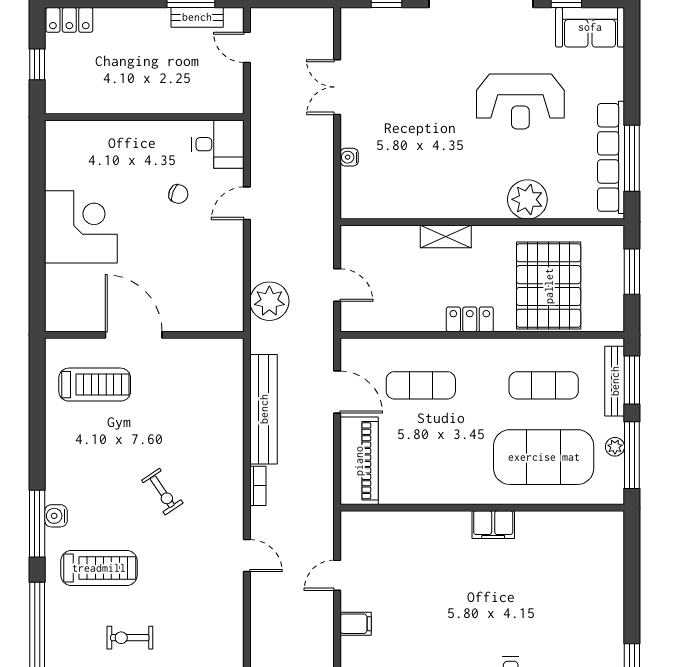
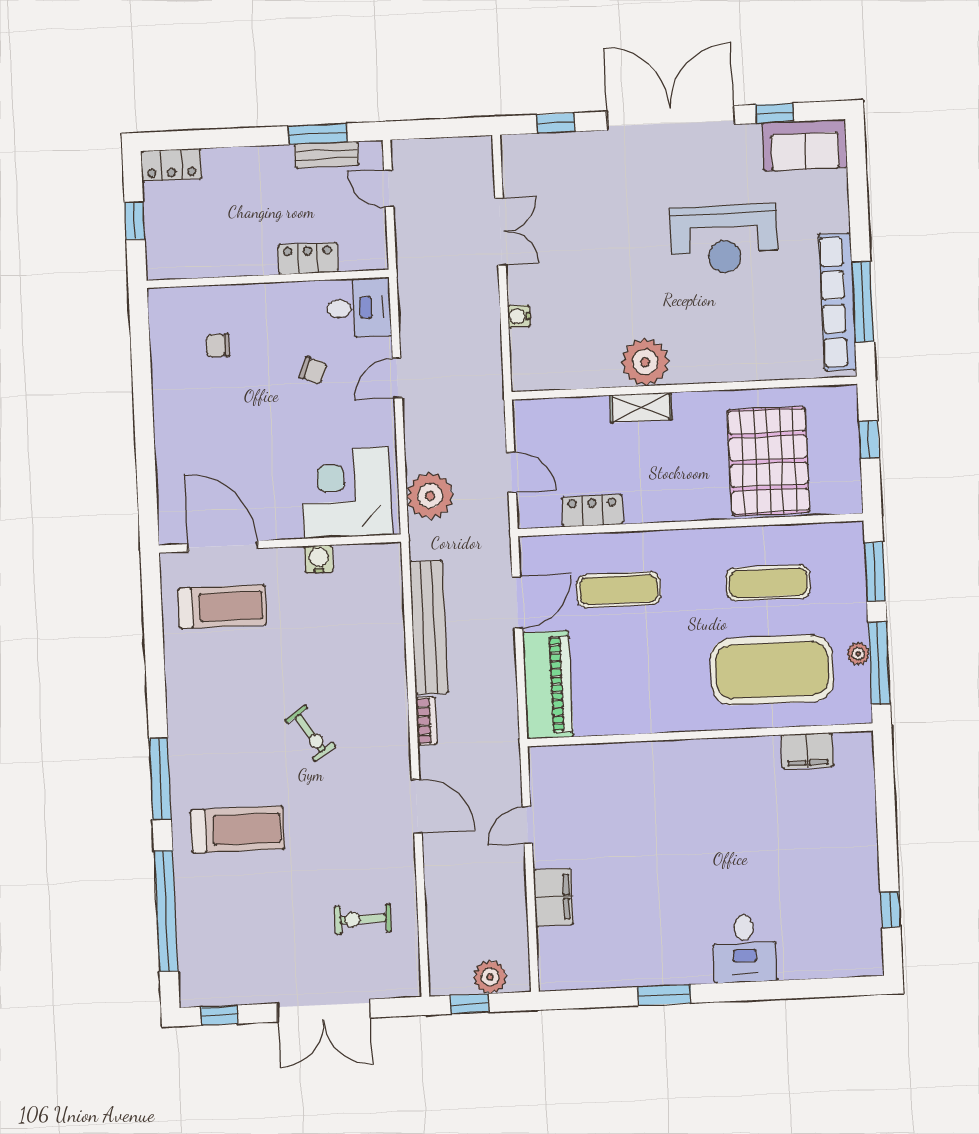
double door: (337, 87) -> (500, 232), swing flipped
locker: (178, 102) -> (308, 258), added
chair: (101, 170) -> (218, 345), added
plant: (527, 199) -> (645, 362), moved
corner desk: (81, 227) -> (346, 493), moved, turned -90
window: (632, 272) -> (869, 440), width x0.67
locker: (470, 319) -> (592, 510), moved
door: (134, 335) -> (223, 546), moved
bench: (615, 381) -> (854, 574), removed
door: (337, 392) -> (517, 602), hinge flipped
water cooler: (56, 516) -> (319, 559), moved, turned 90
filing cabinet: (493, 525) -> (807, 751), moved
door: (247, 556) -> (417, 806), width x1.37
filing cabinet: (356, 624) -> (553, 897), width x2.00
exercise bike: (130, 638) -> (363, 919), moved

